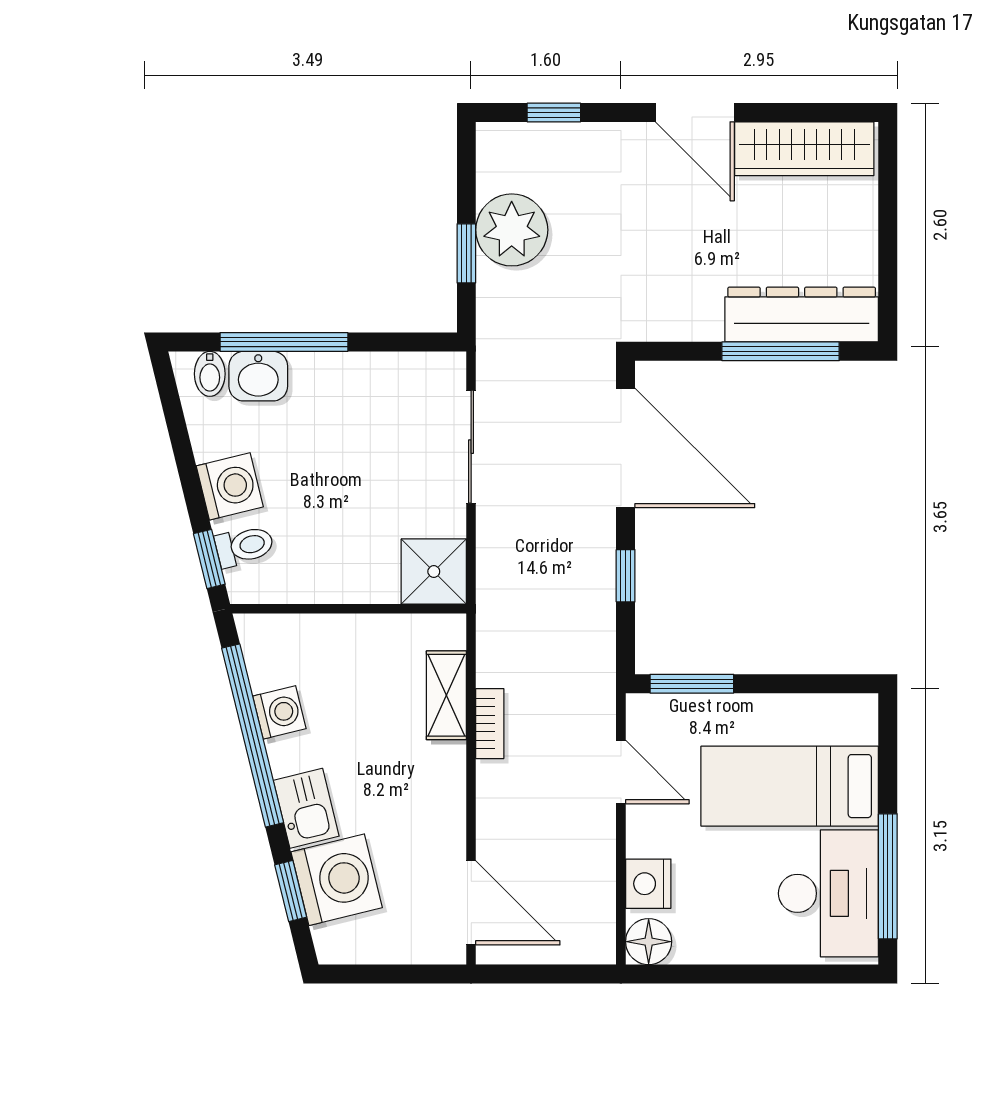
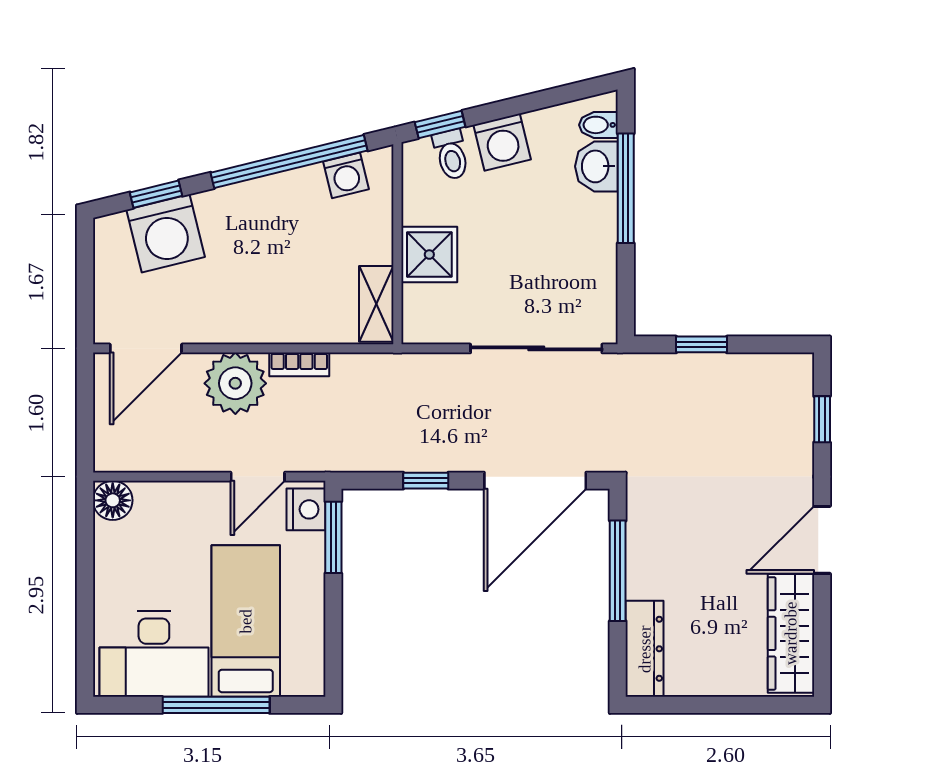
plant: (512, 230) -> (235, 383), moved
dresser: (802, 315) -> (645, 649), width x0.73, depth x0.80
window: (781, 351) -> (618, 571), moved
sliding door: (471, 447) -> (536, 348), width x1.37
shower: (434, 572) -> (429, 255), moved
shelving: (446, 695) -> (376, 304), moved, turned 90
washing machine: (279, 712) -> (346, 175), moved
kitchen sink: (306, 808) -> (227, 207), removed
window: (888, 876) -> (216, 705), moved
nightstand: (648, 884) -> (306, 509), moved, turned 90

